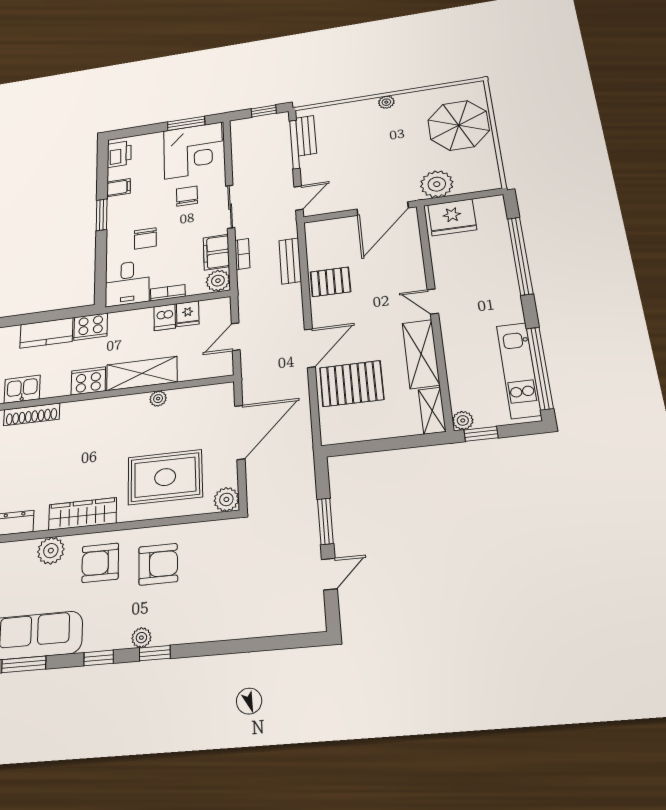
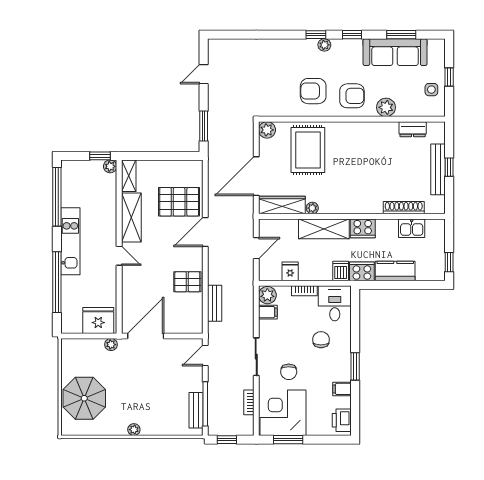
plant: (437, 184) -> (111, 345), width x0.53, depth x0.53
filing cabinet: (216, 252) -> (268, 312), width x0.50
bookcase: (242, 254) -> (249, 402), moved
dishwasher: (165, 317) -> (341, 271), moved
kitchen unit: (519, 370) -> (70, 241), moved
rug: (165, 477) -> (308, 150), turned 90
wardrobe: (82, 514) -> (282, 205), moved, turned 180
window: (325, 521) -> (204, 126), moved

